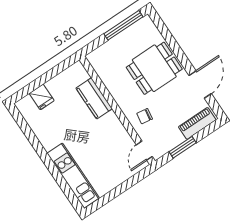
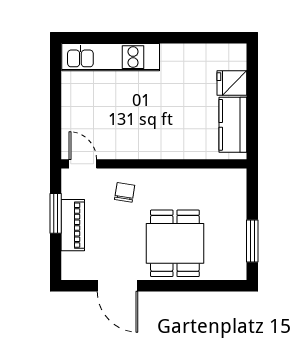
window: (123, 25) -> (252, 241), width x0.69
kitchen counter: (94, 98) -> (233, 125), moved, turned -90
piano: (197, 123) -> (73, 225), moved

